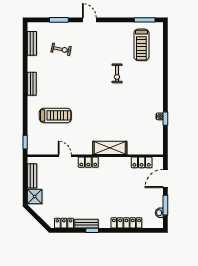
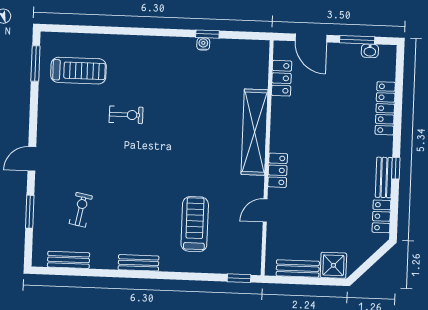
shelving: (110, 148) -> (254, 132), width x1.47

